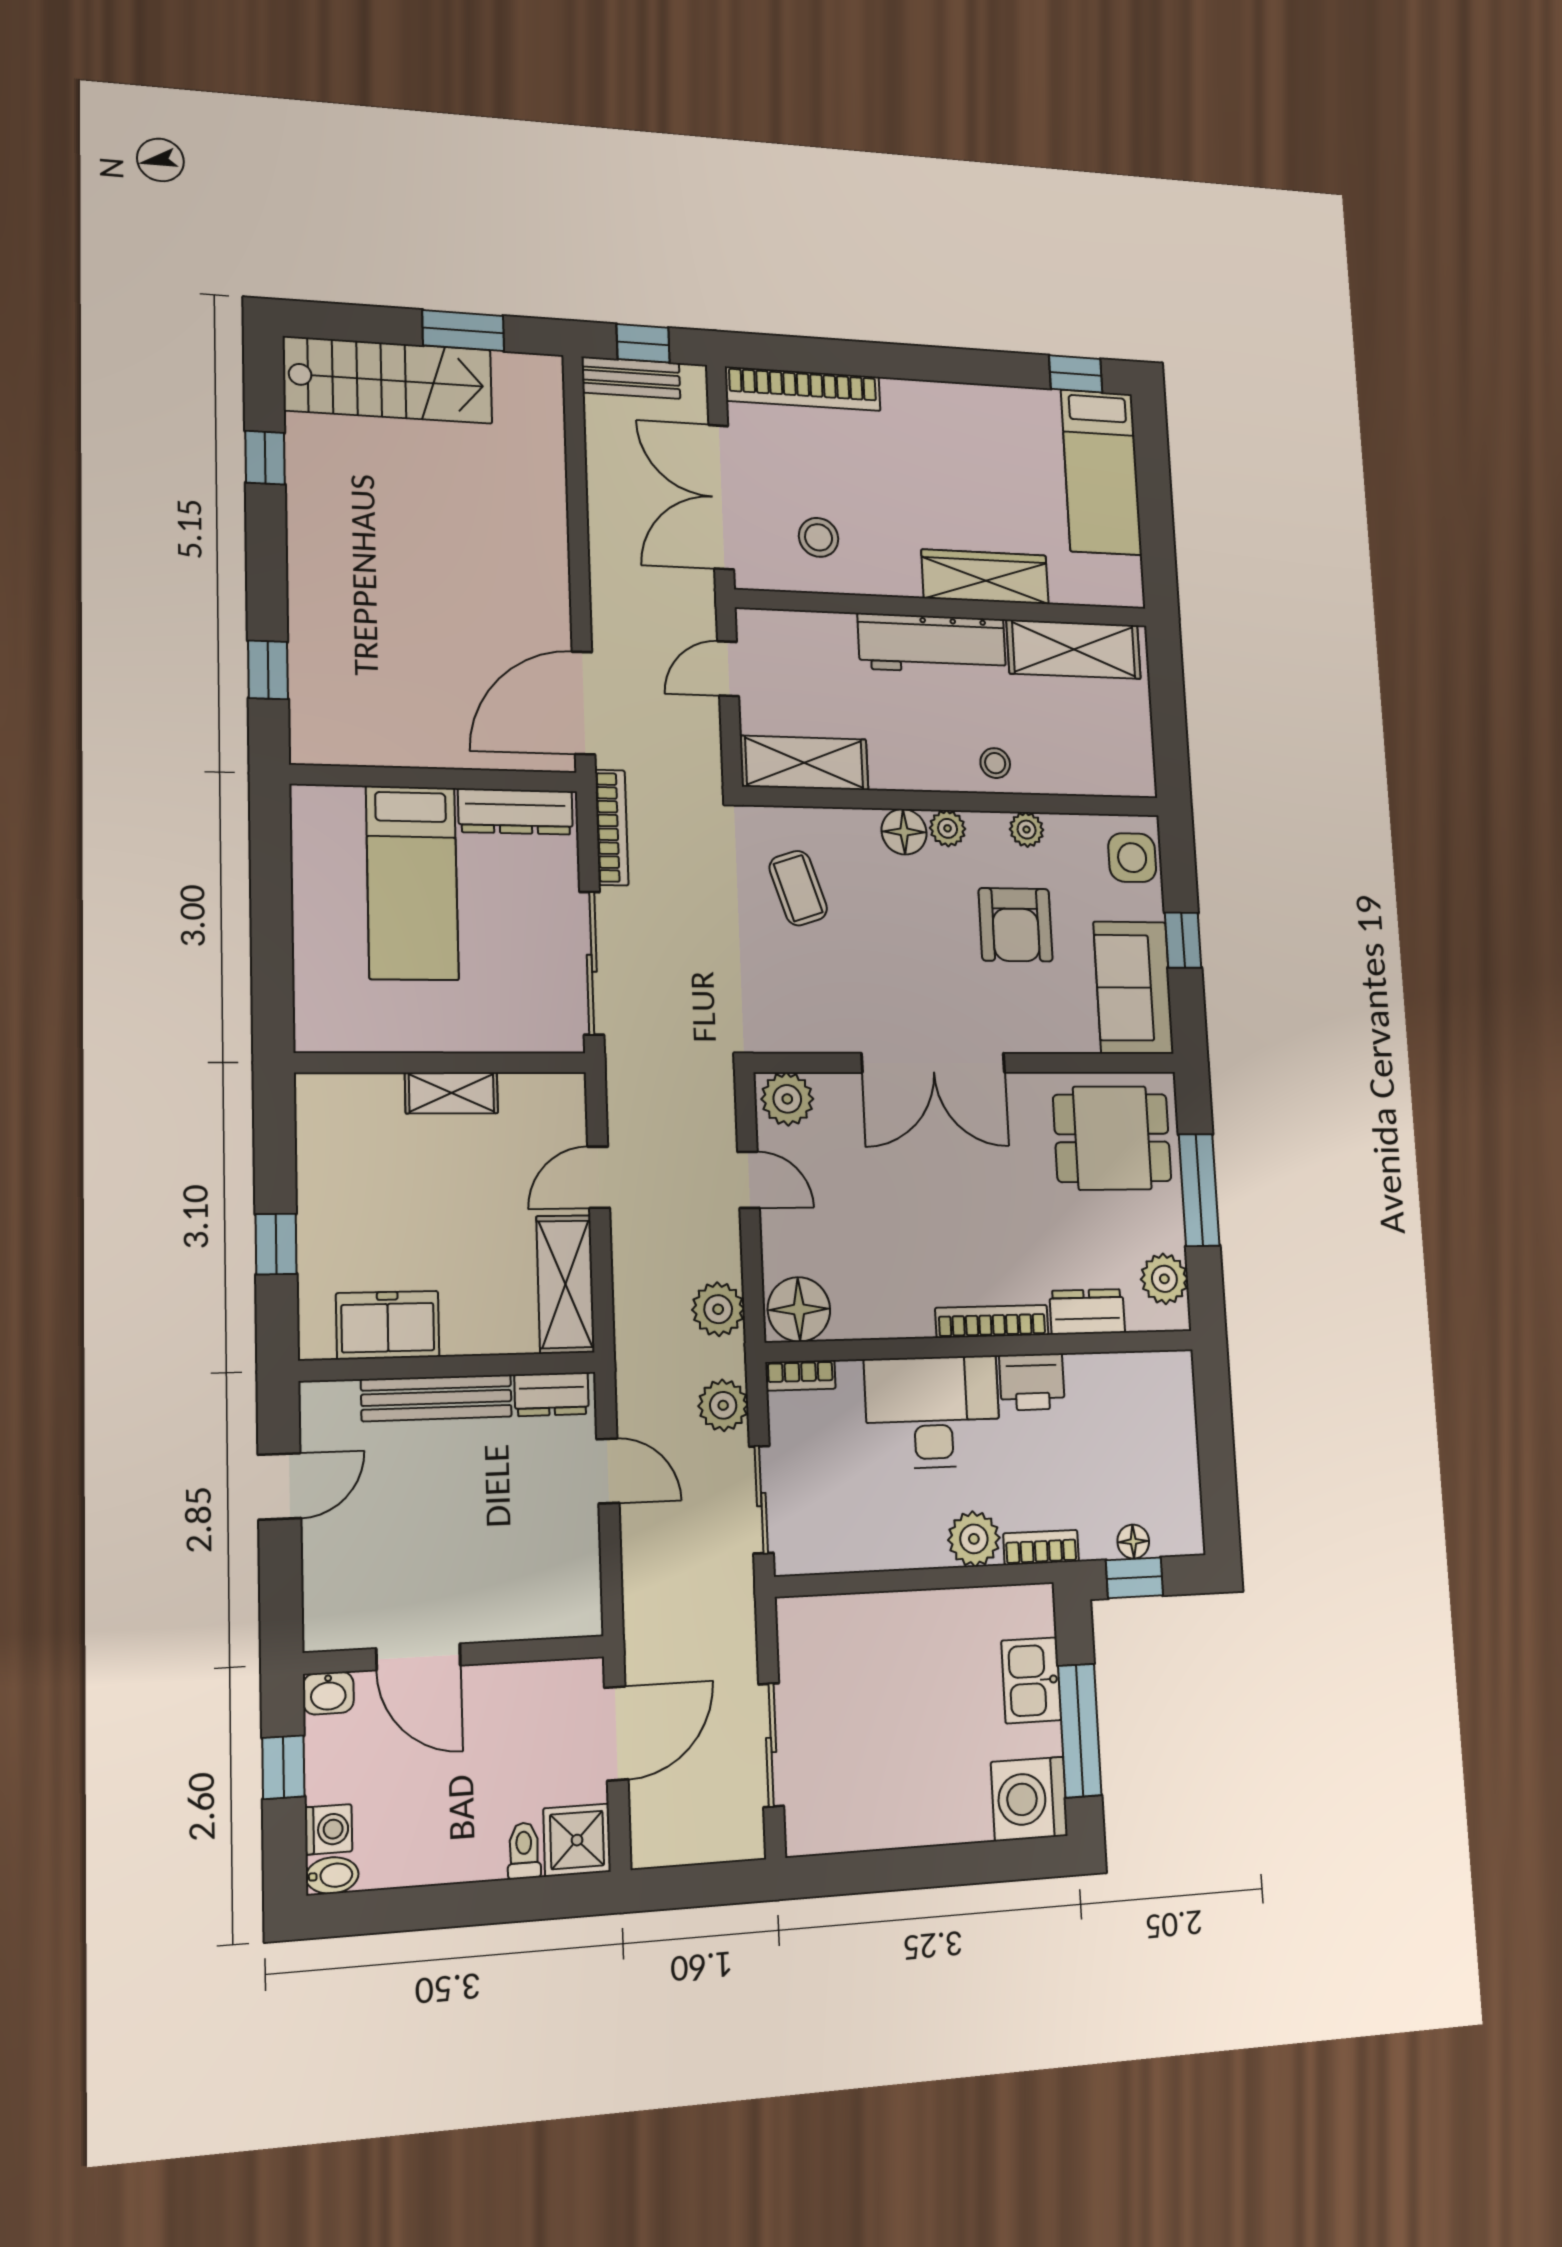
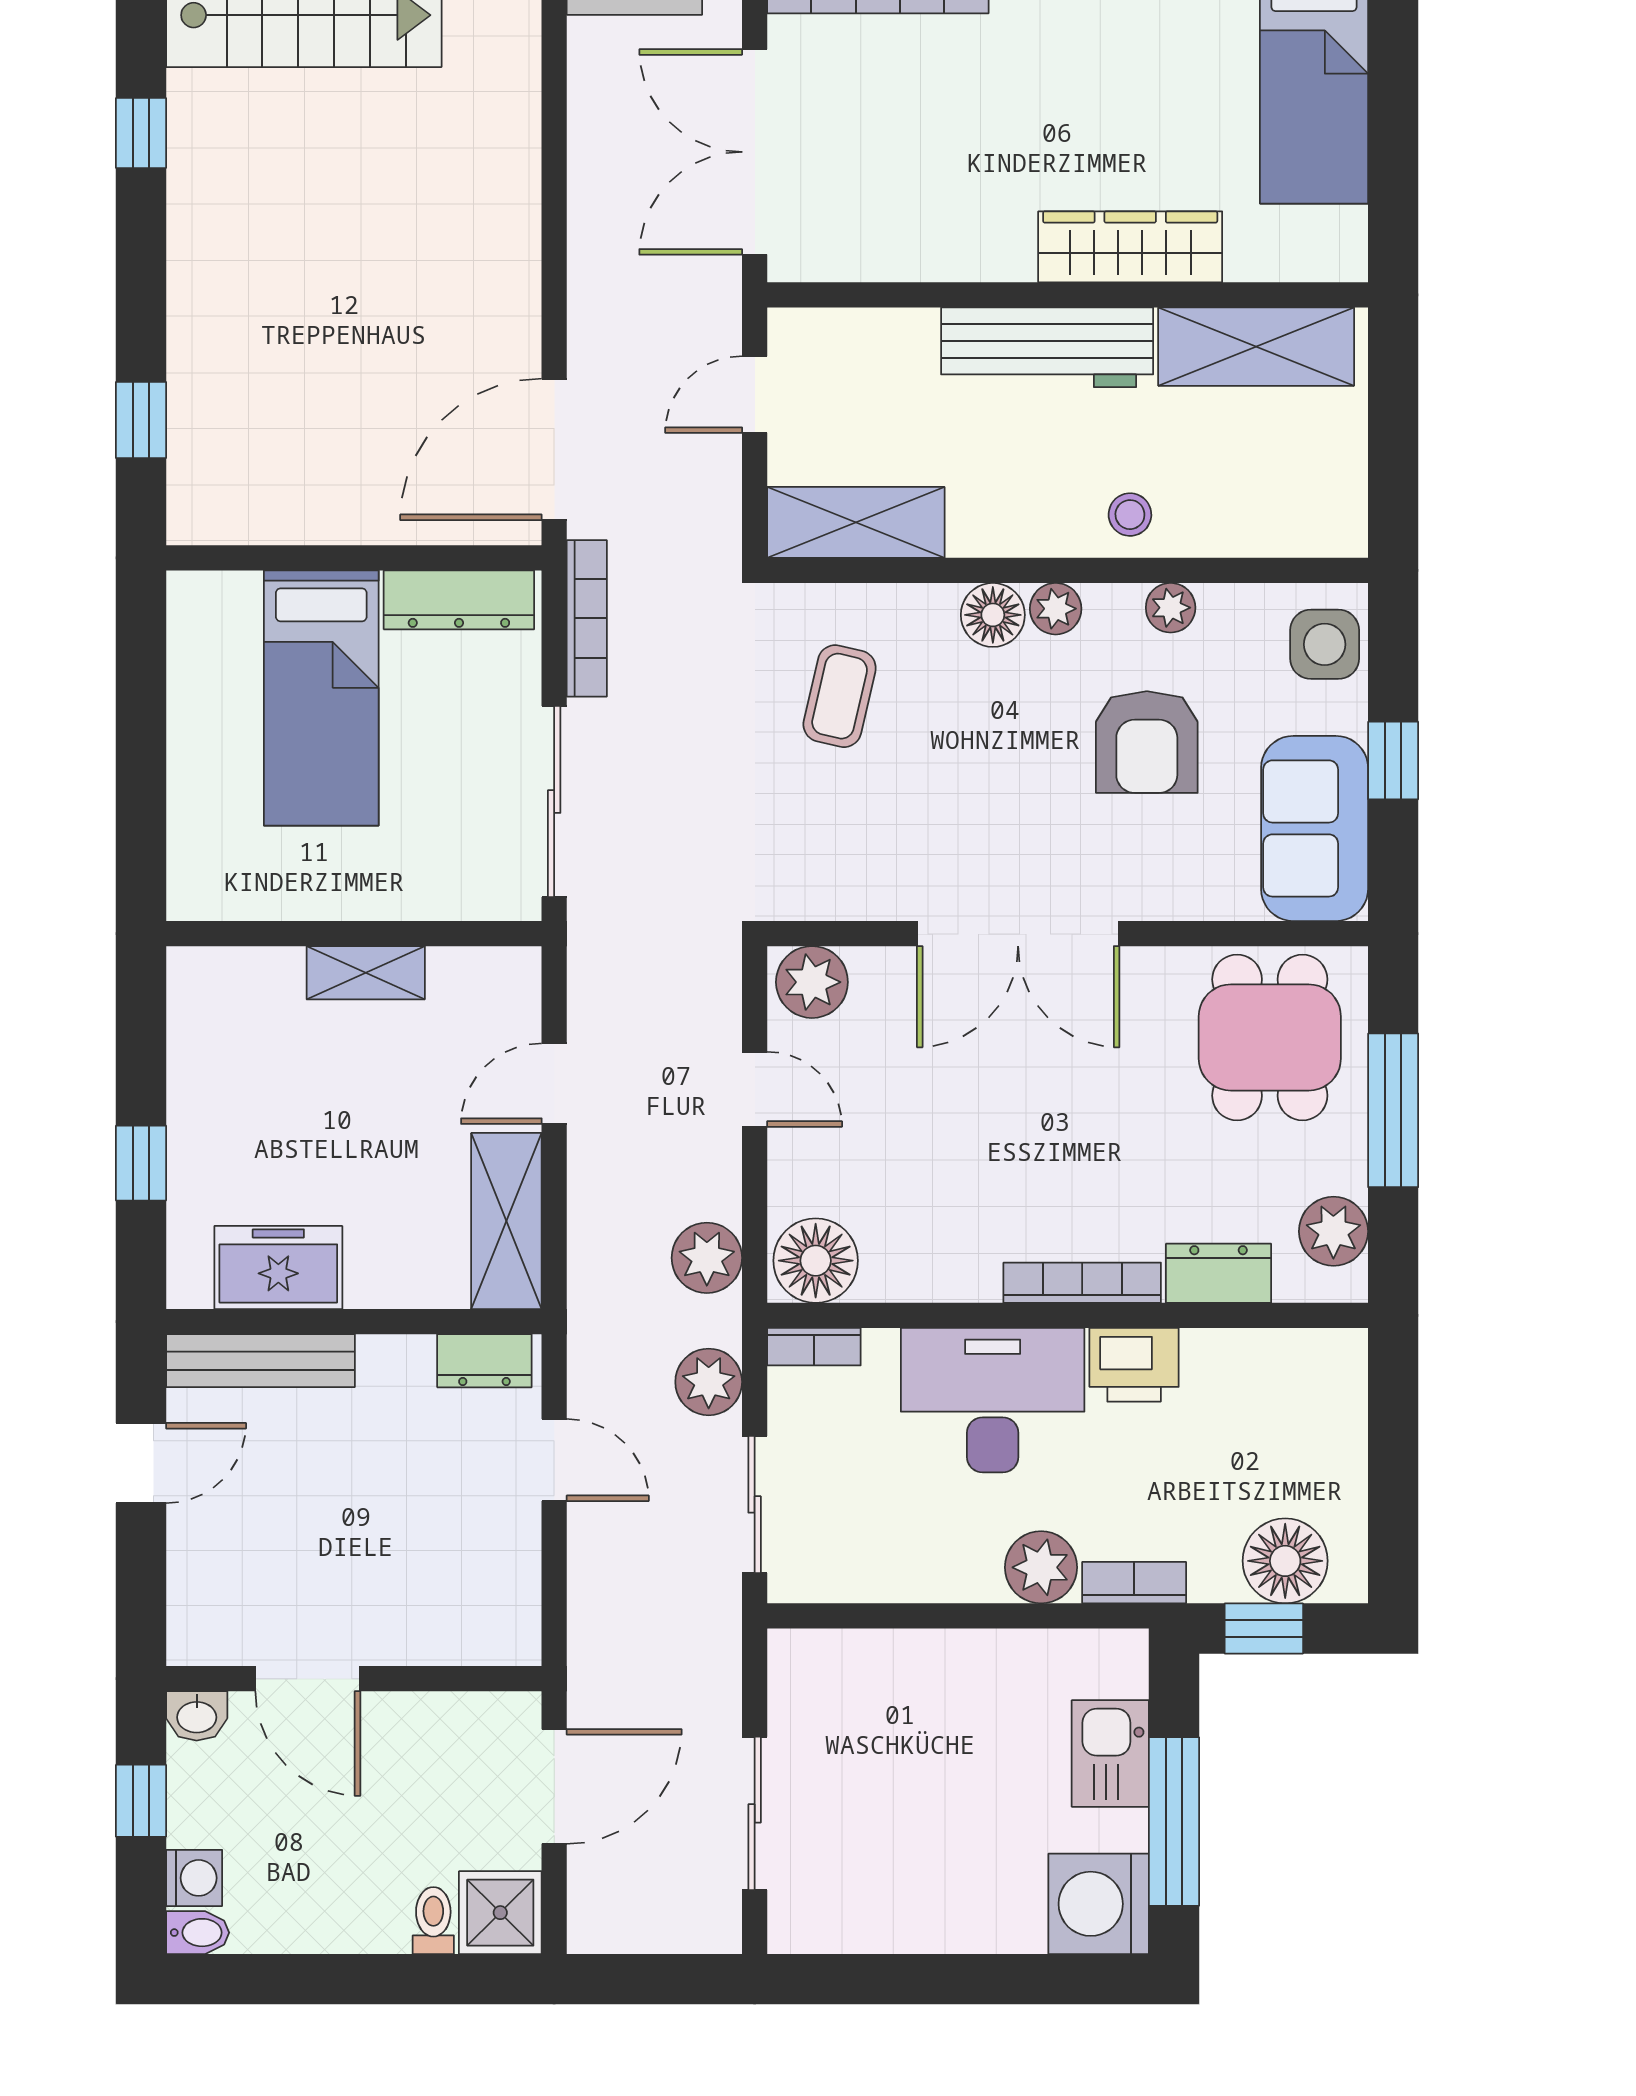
stool: (819, 537) -> (890, 202), removed
coffee table: (798, 888) -> (840, 696), turned 31
dining table: (1112, 1138) -> (1270, 1037), turned 90
bench: (437, 1398) -> (260, 1361), moved
floor lamp: (1133, 1542) -> (1285, 1561), width x1.89, depth x1.89

